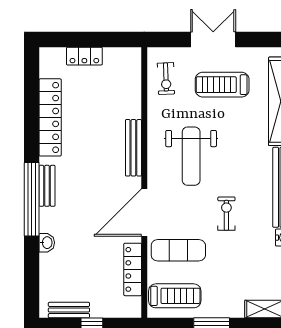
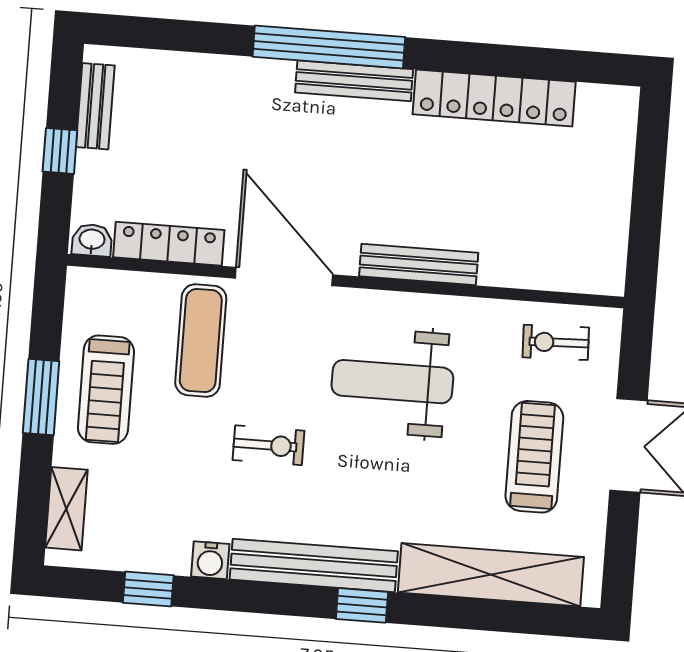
locker: (84, 56) -> (615, 178), removed
bench: (47, 186) -> (354, 81), width x1.36
washbasin: (47, 243) -> (92, 240), moved, turned 180
treadmill: (175, 296) -> (106, 390), moved

